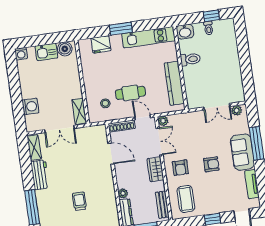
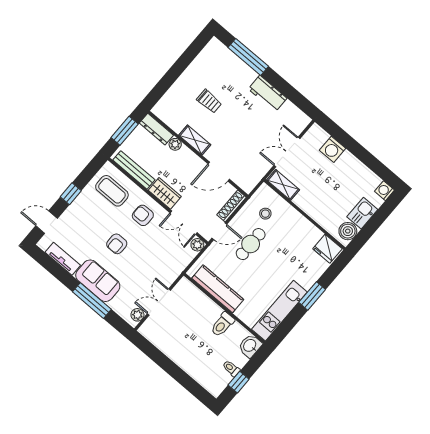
fridge: (101, 44) -> (327, 249), moved, turned -90
shelving: (34, 148) -> (195, 140), moved
bench: (162, 205) -> (134, 170), width x1.36

